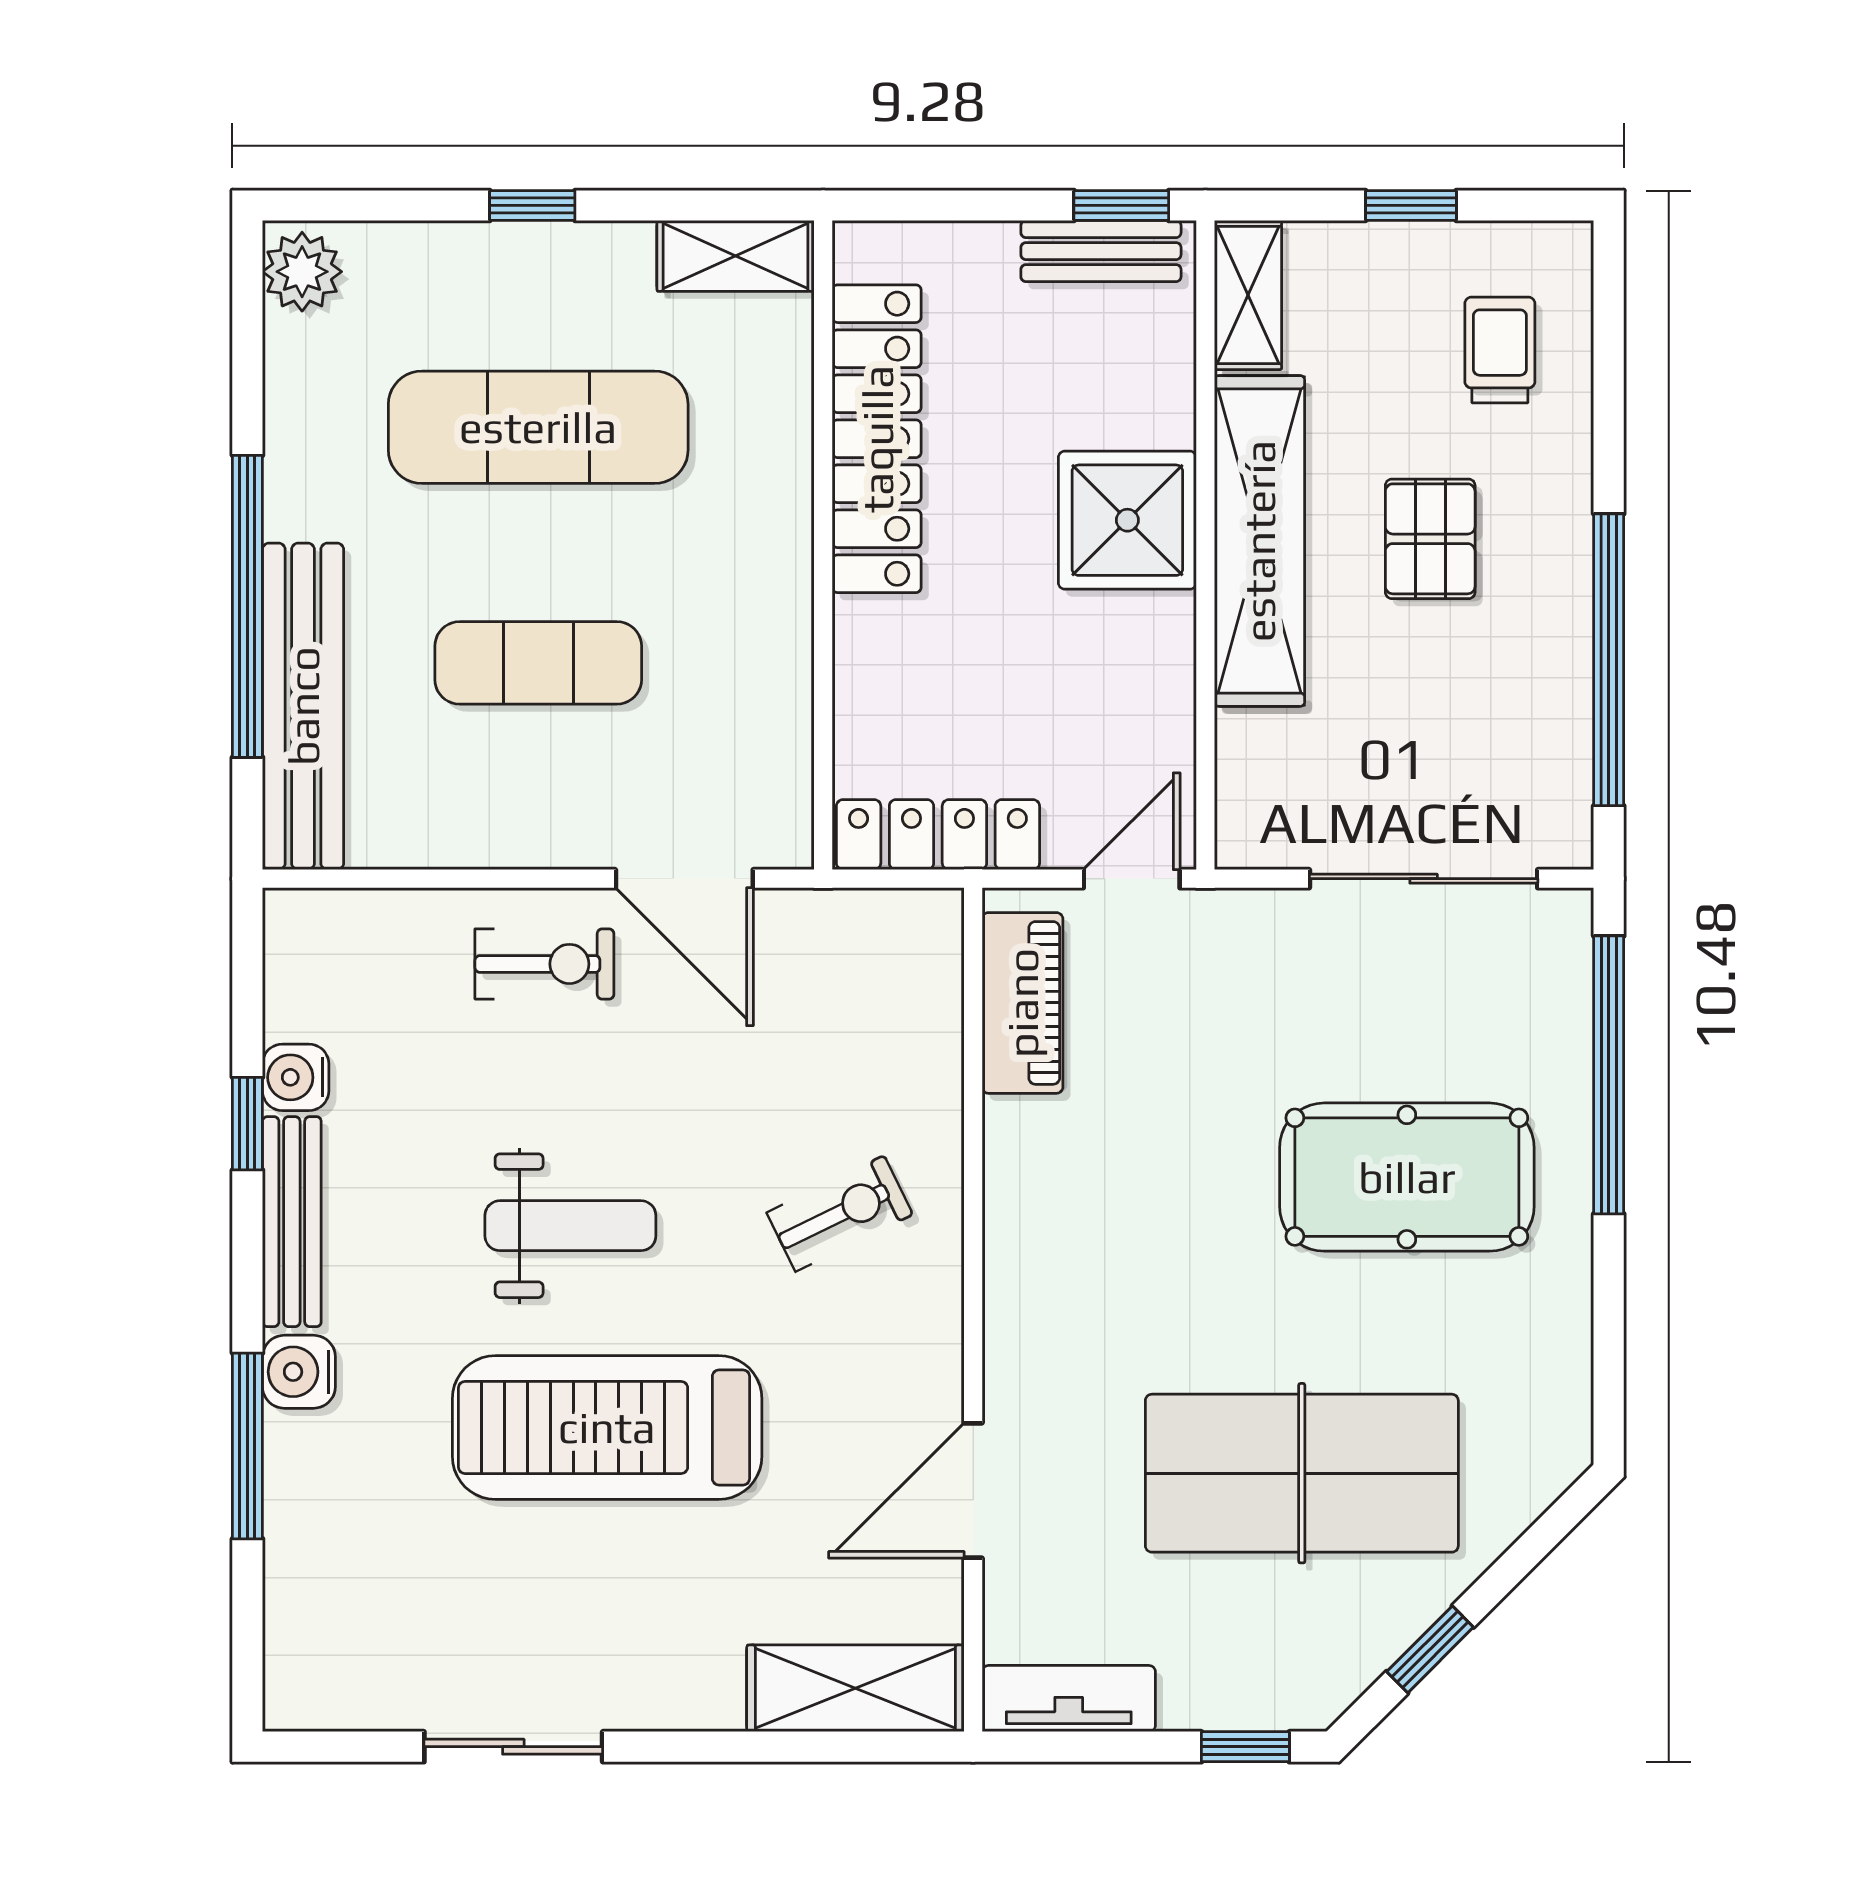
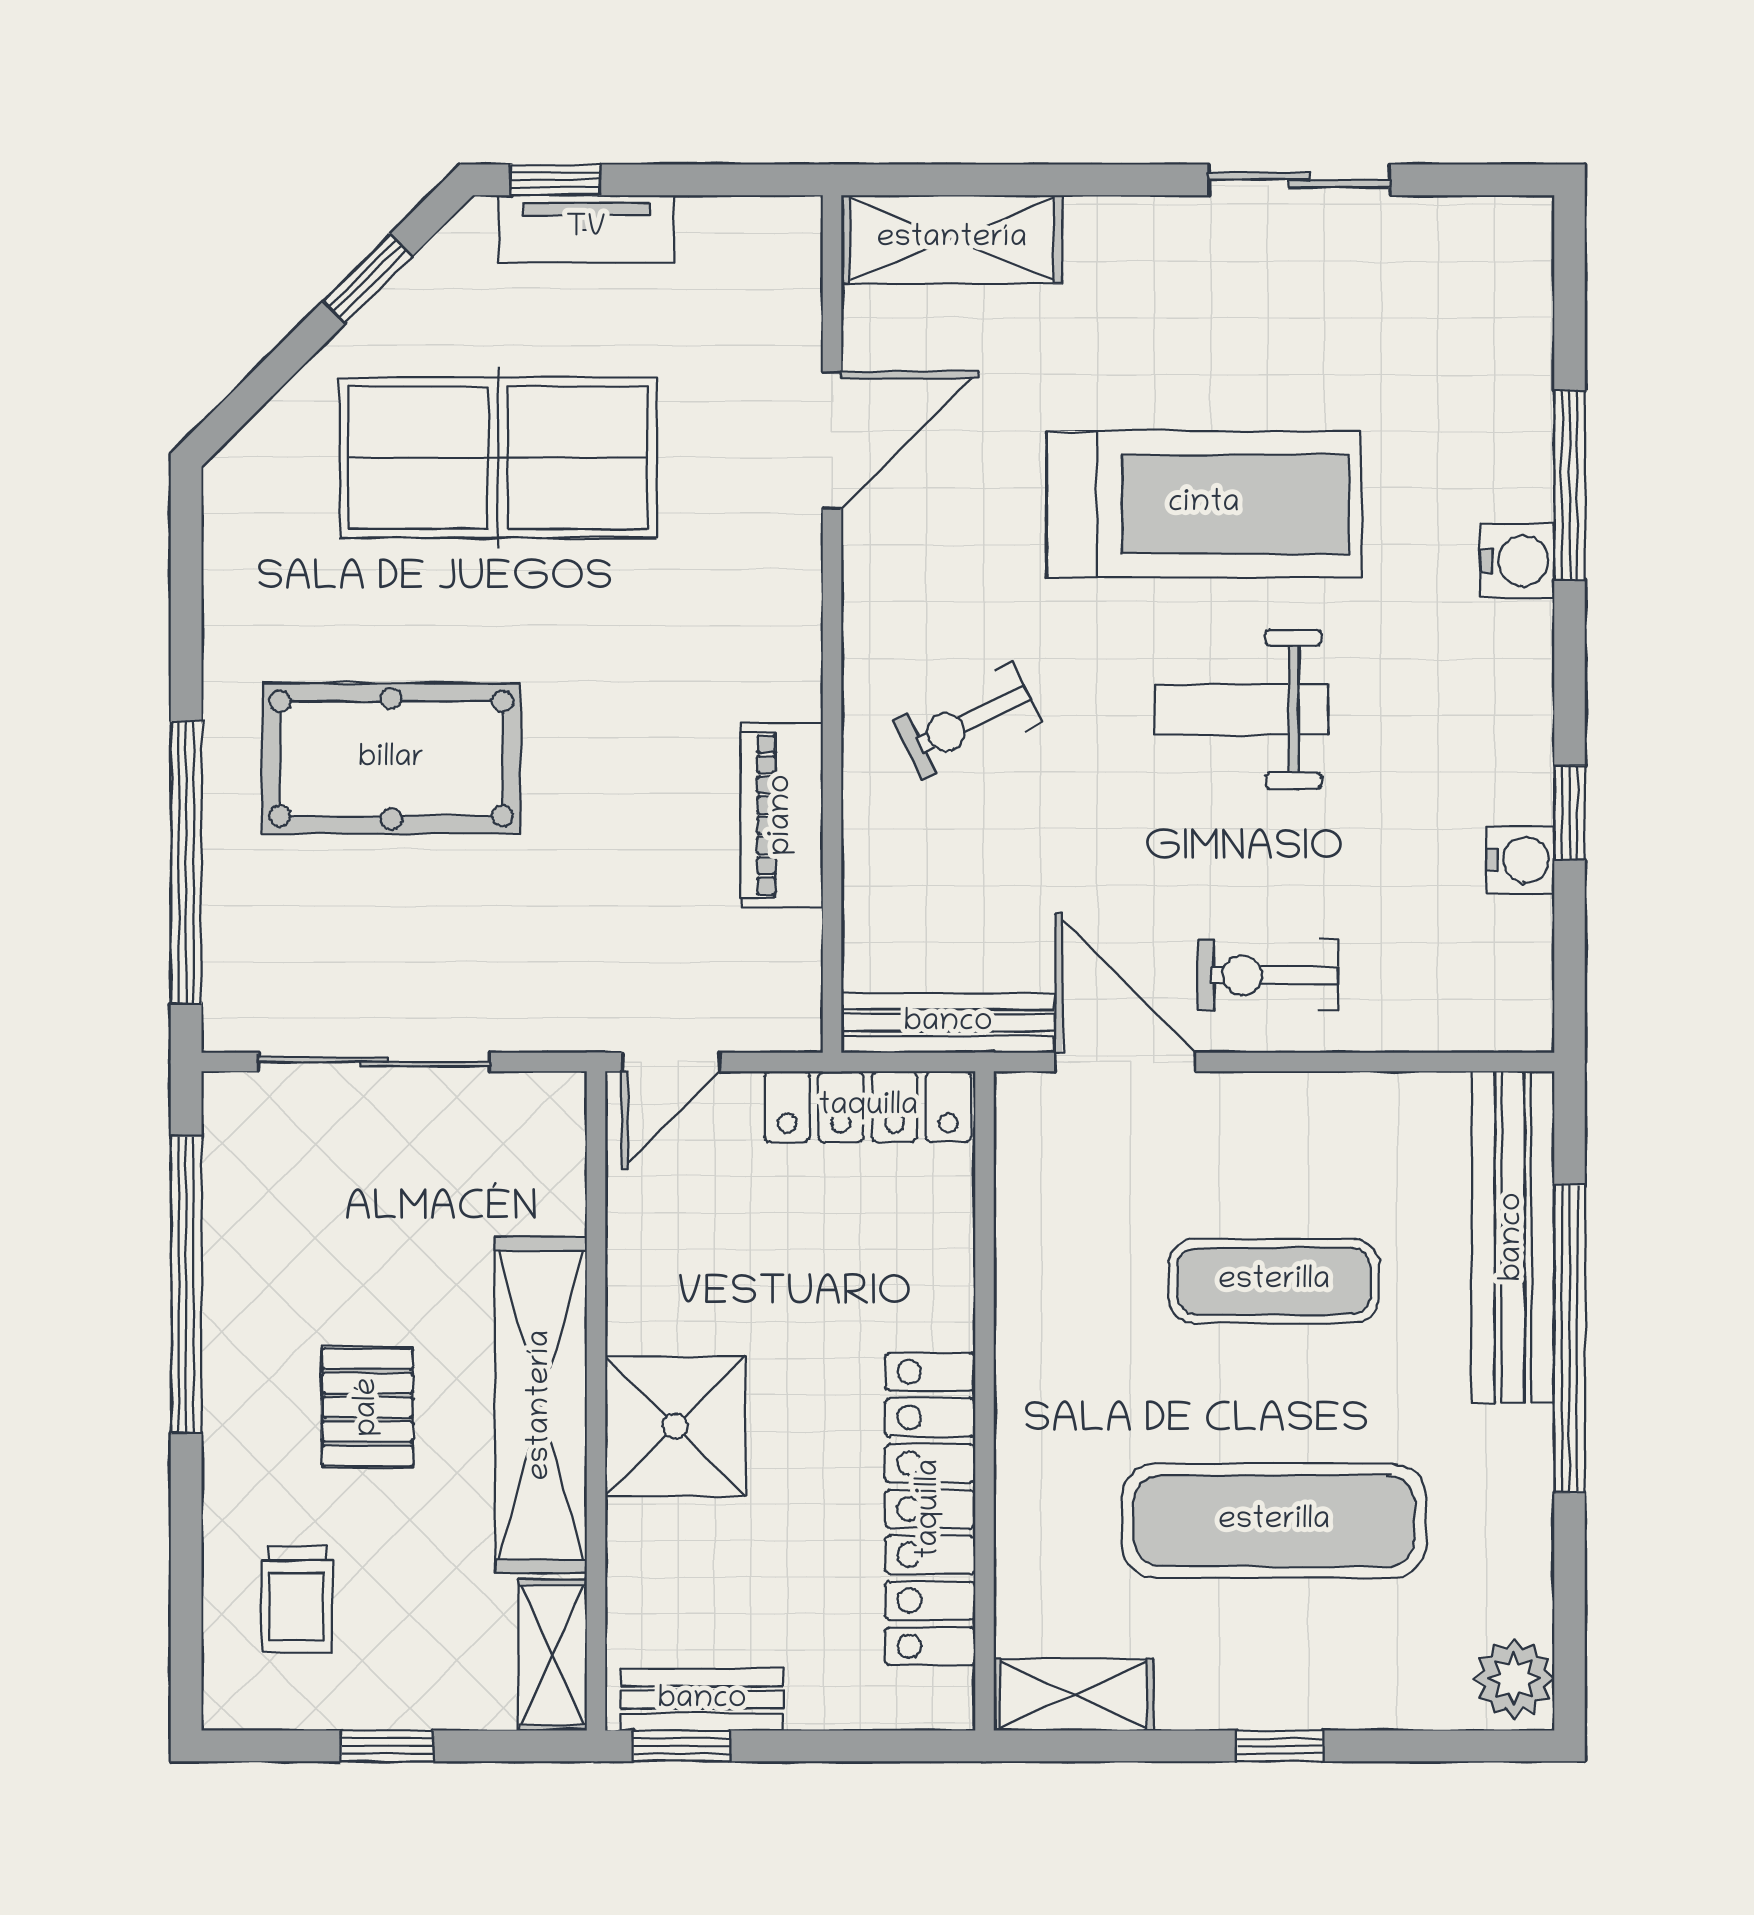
piano: (1022, 1003) -> (782, 815), moved
bench: (292, 1222) -> (948, 1023), moved, turned 90
tv unit: (1069, 1699) -> (586, 229), moved

